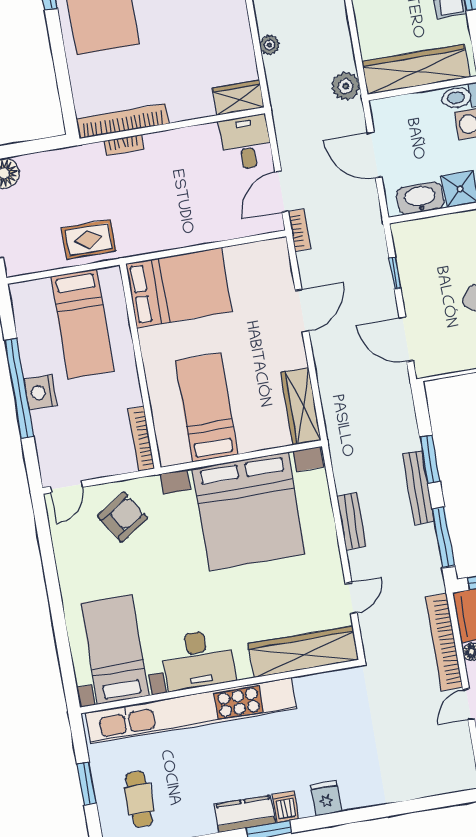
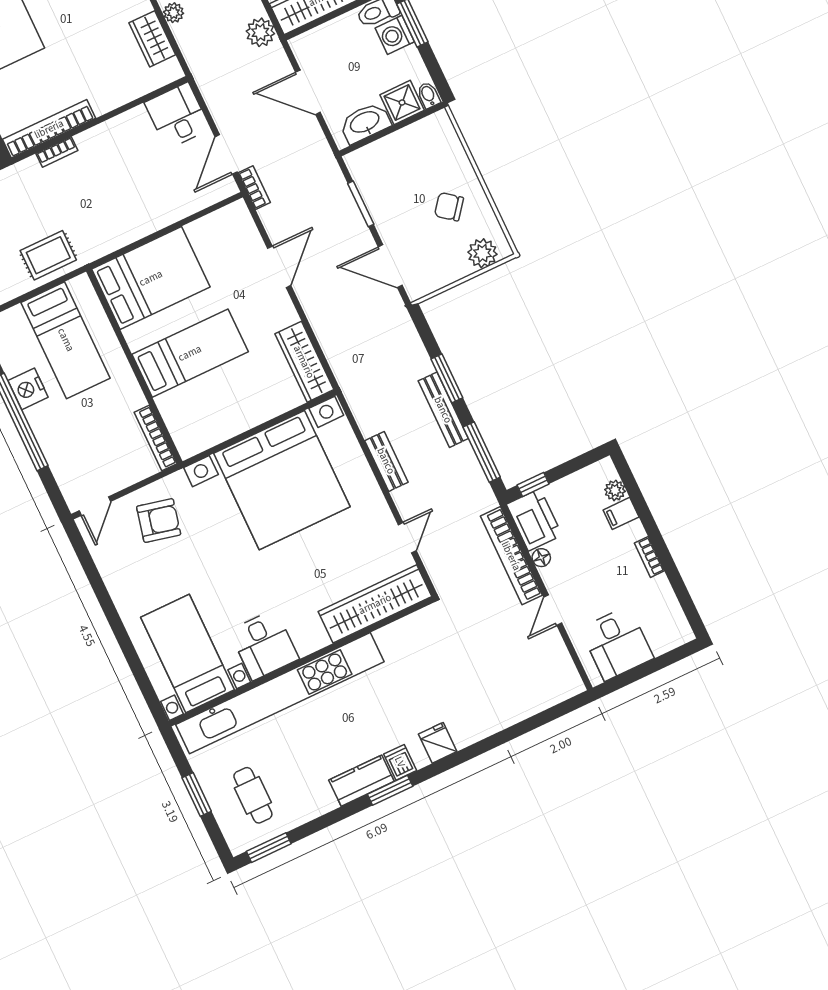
wardrobe: (238, 98) -> (152, 39), moved, turned -90
window: (395, 273) -> (361, 204), width x1.50
nightstand: (40, 392) -> (28, 389), moved
bed: (207, 407) -> (190, 353), moved, turned 90
armchair: (123, 517) -> (159, 521), turned 46
desk: (198, 660) -> (264, 645), width x0.73

